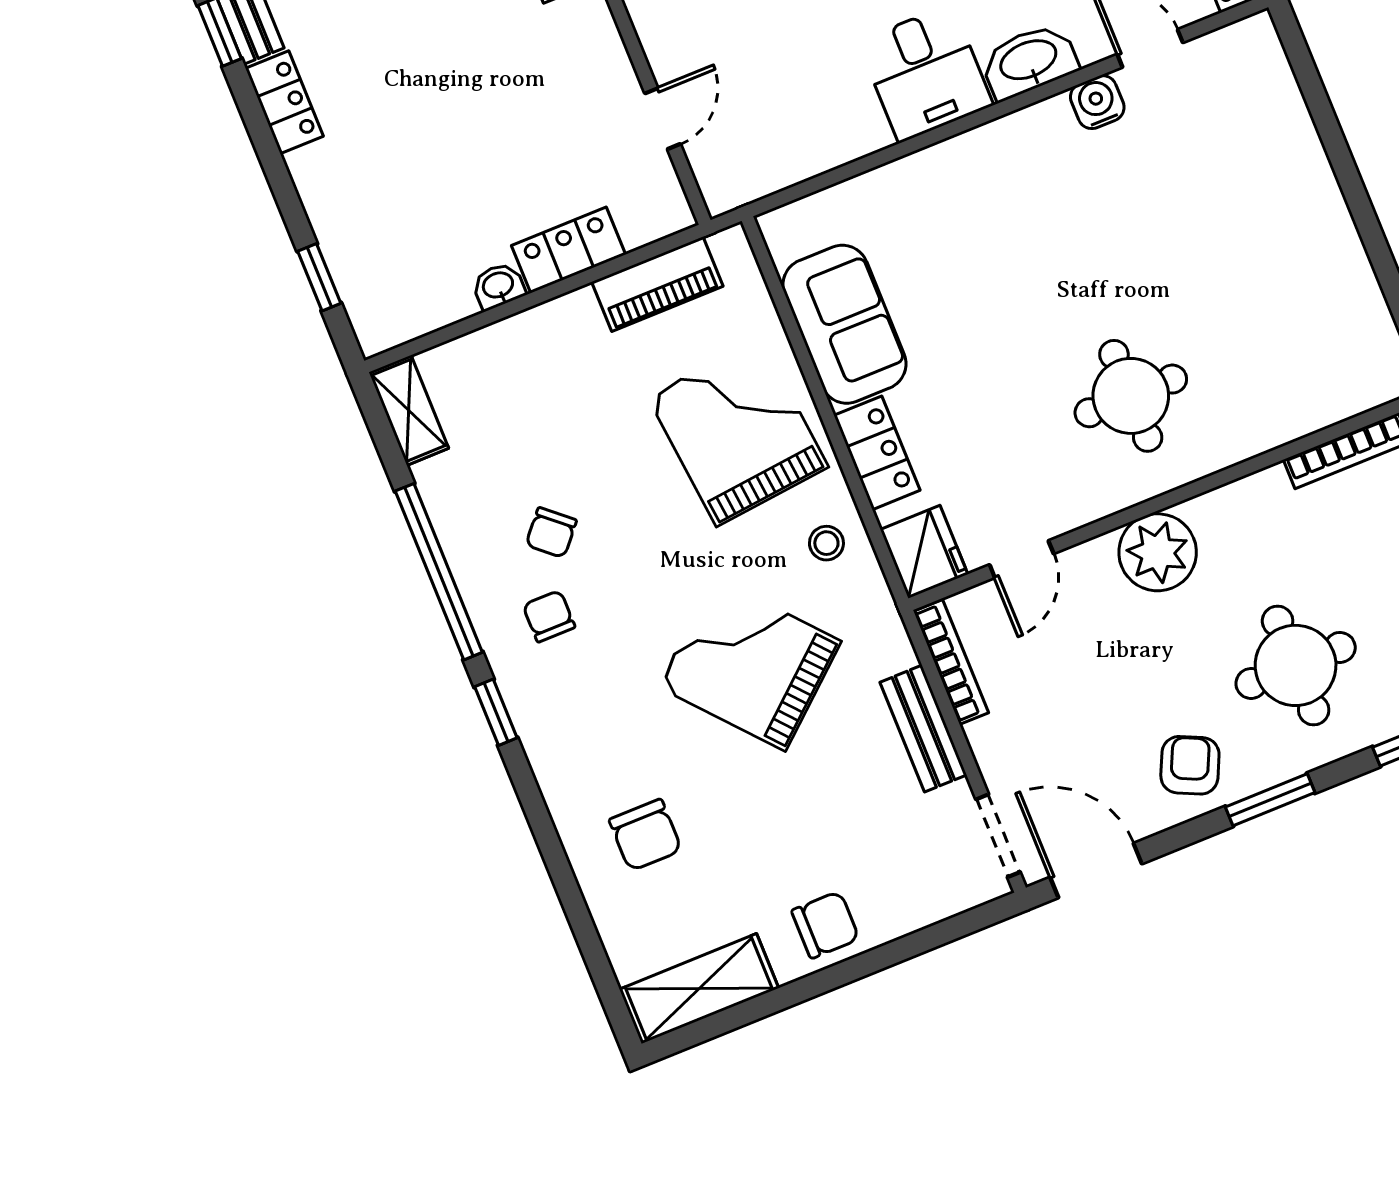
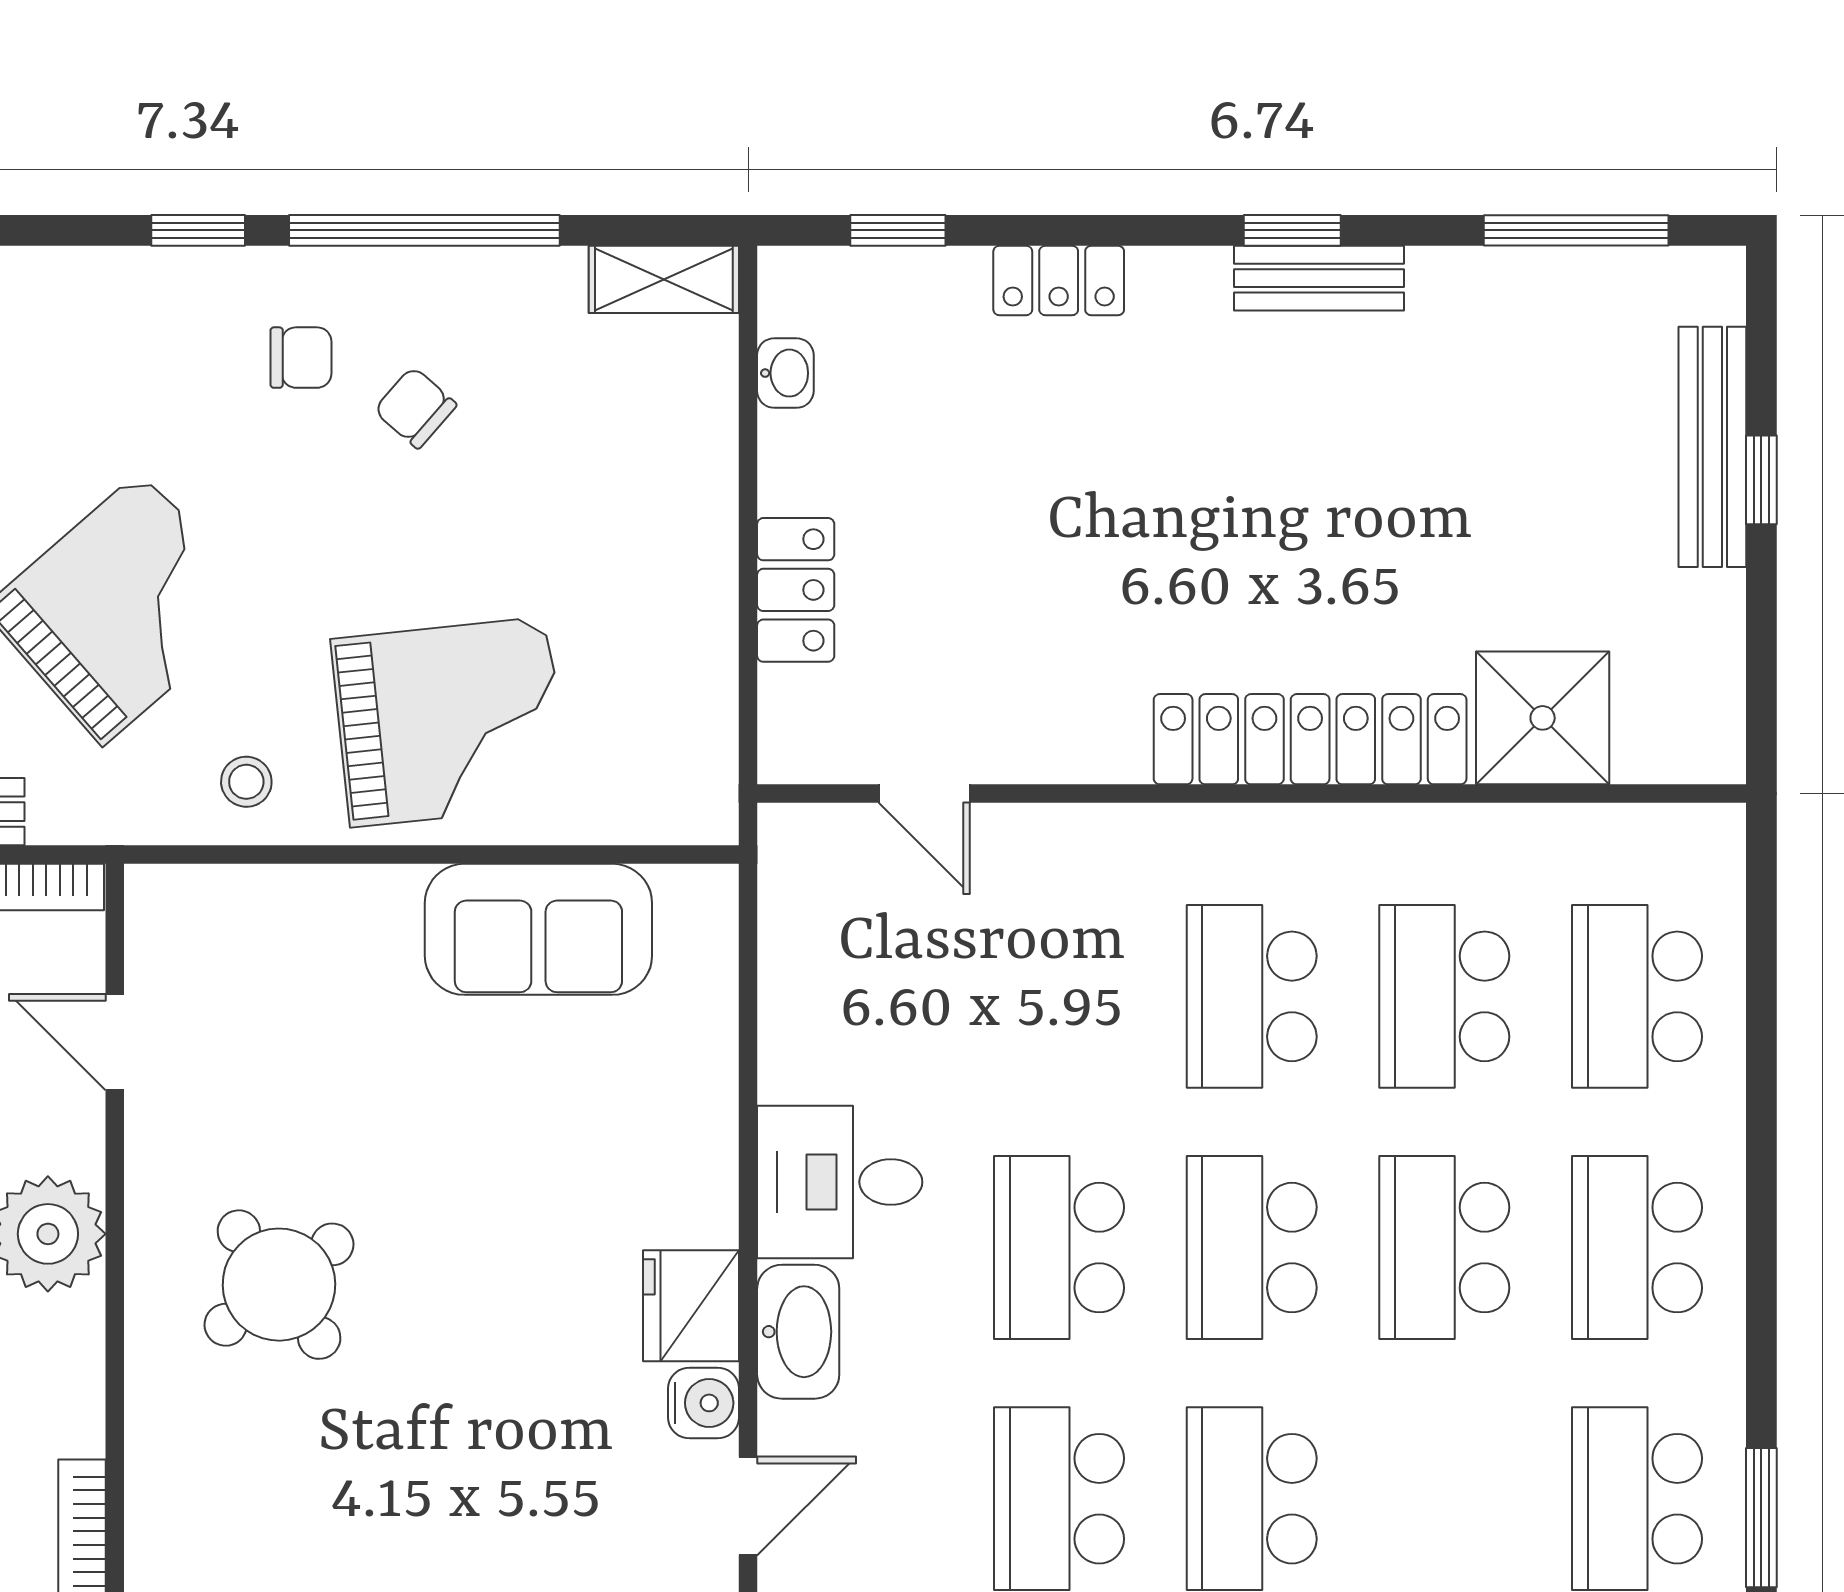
locker: (284, 102) -> (1059, 281), moved
piano: (657, 284) -> (699, 693), removed
washbasin: (498, 286) -> (785, 373), moved
round table: (1131, 396) -> (279, 1285), turned -37
locker: (877, 453) -> (343, 902), removed
fridge: (924, 552) -> (691, 1306), moved, turned 90

